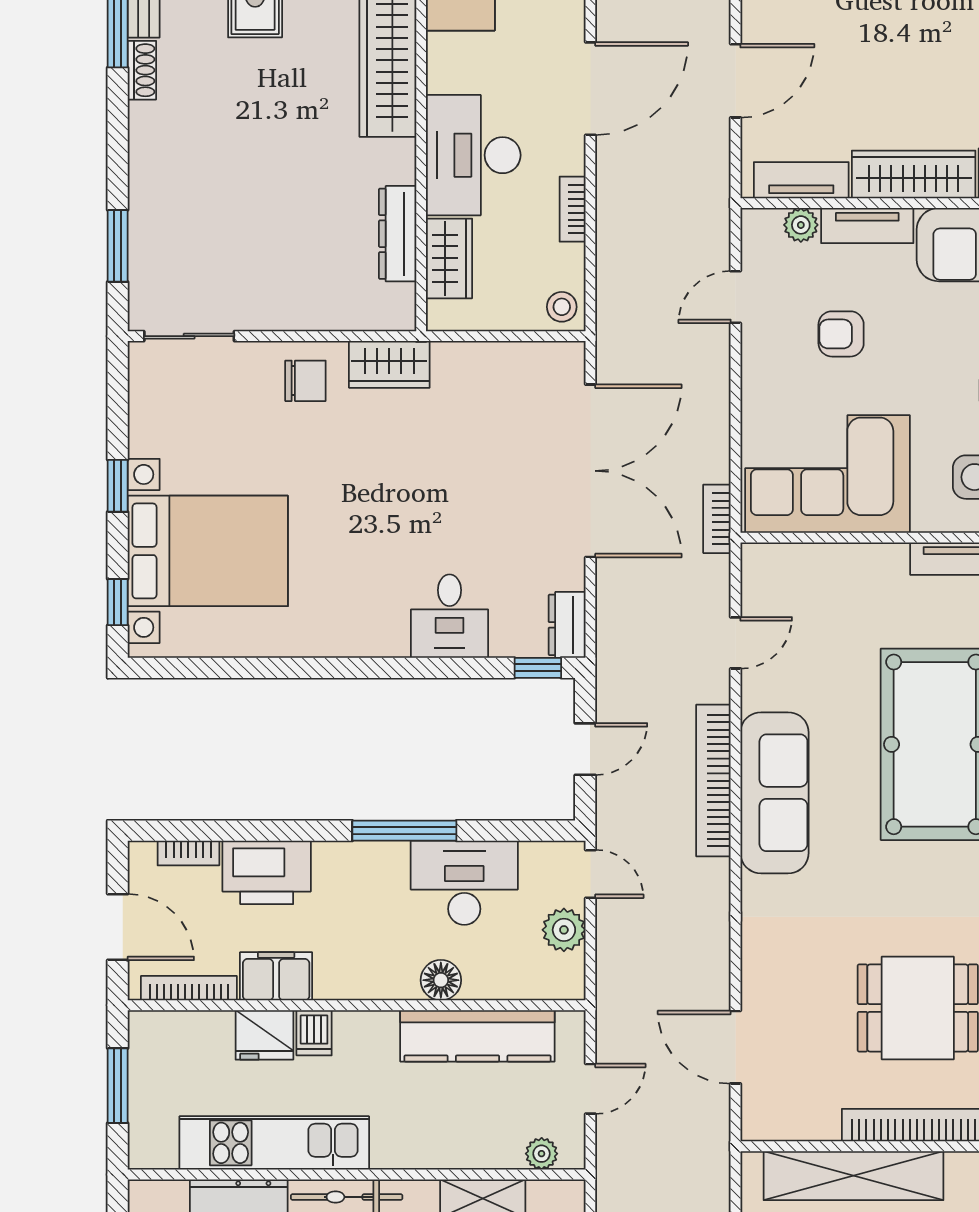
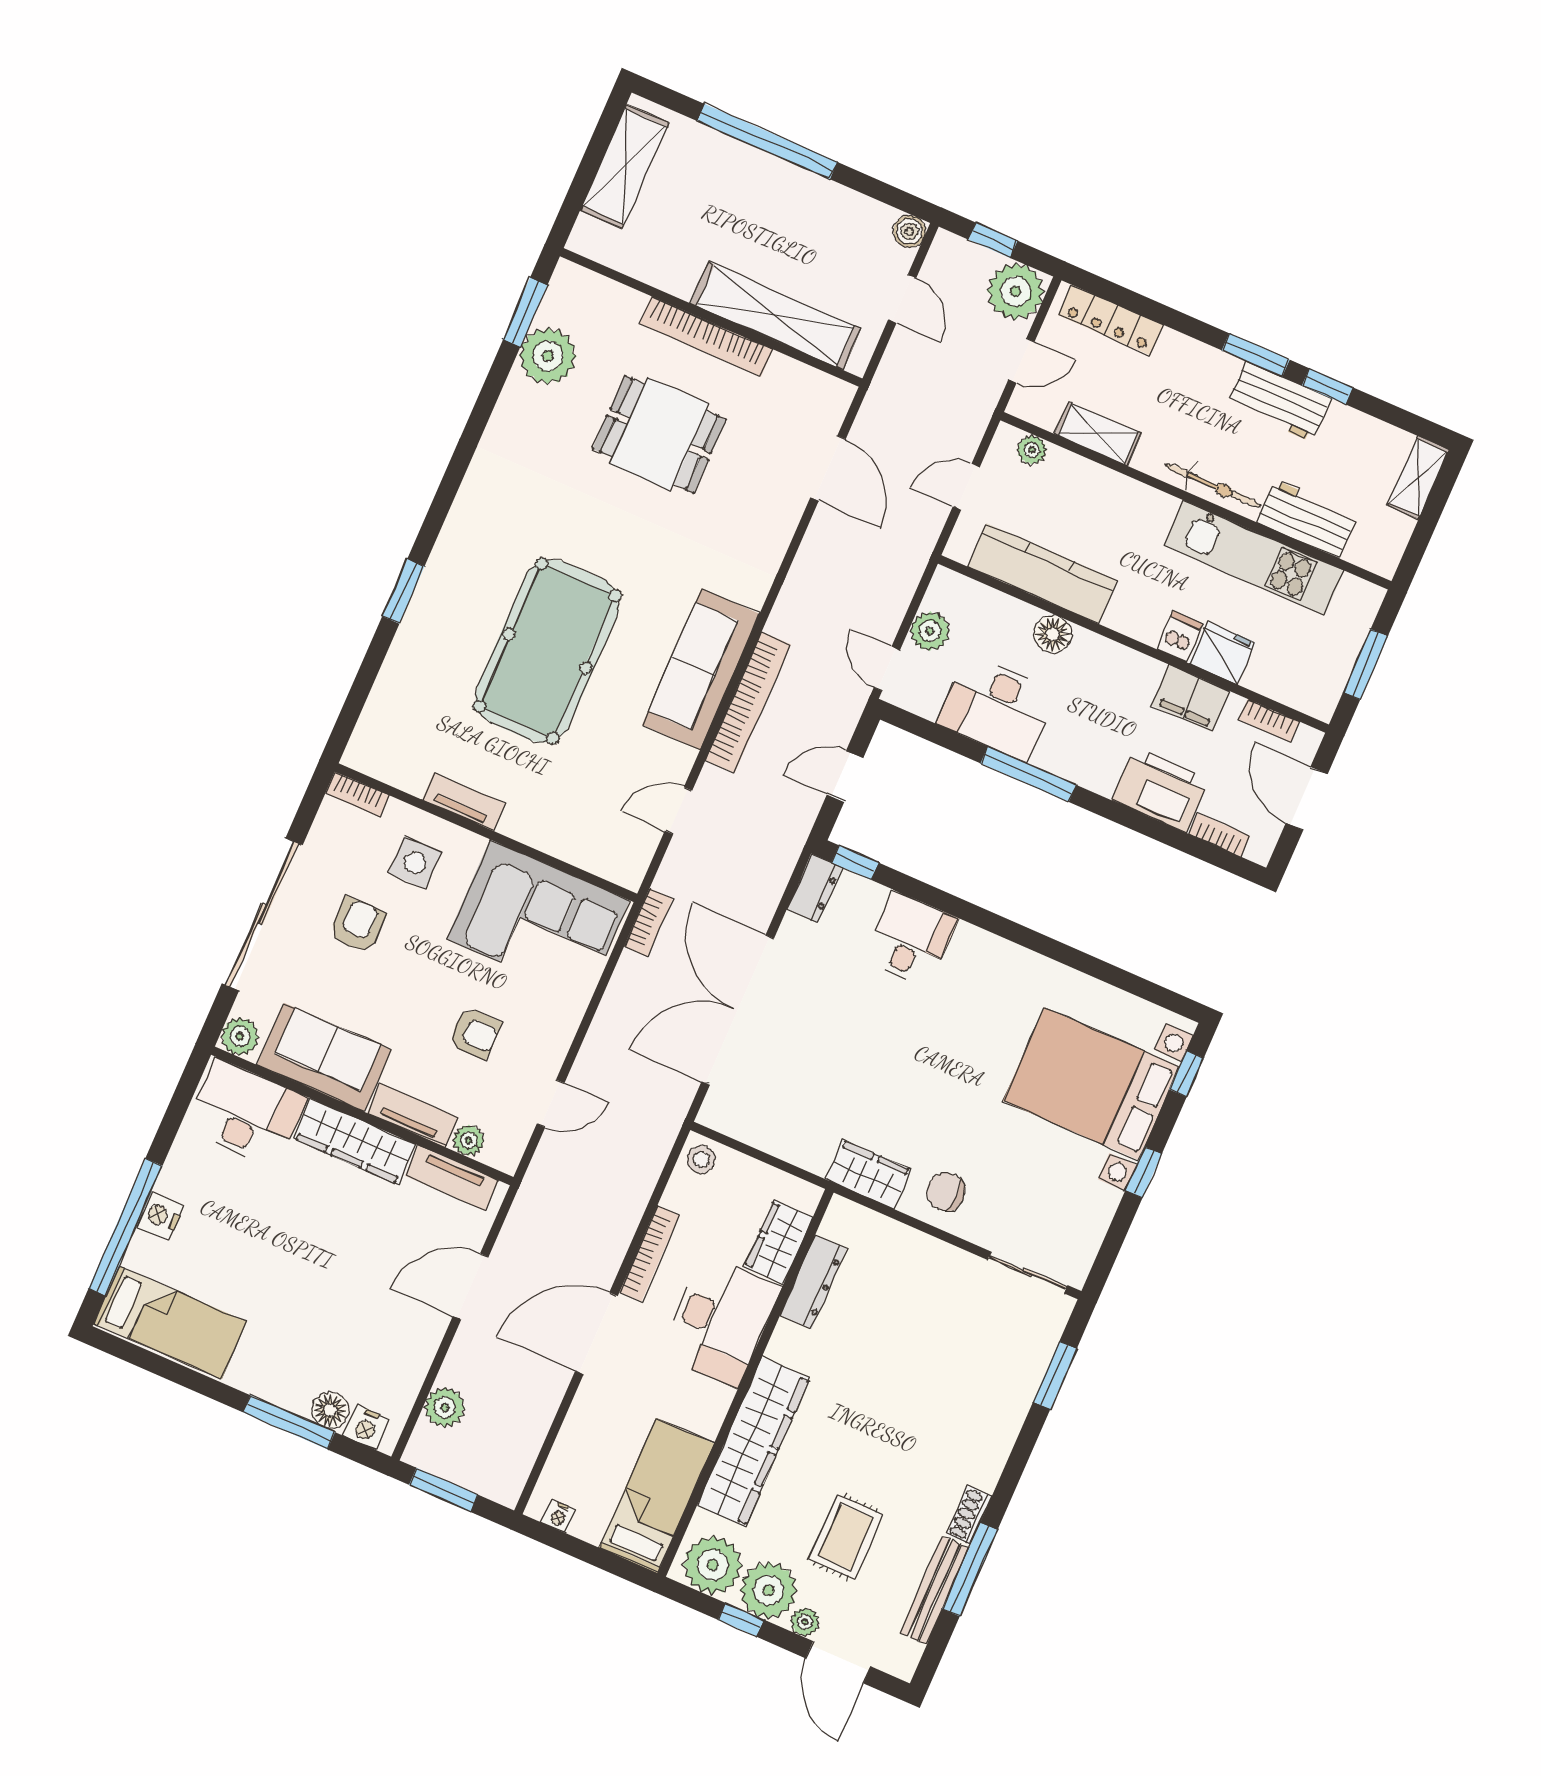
bookcase: (573, 209) -> (649, 1254), width x1.56
bookcase: (189, 988) -> (1269, 721), width x0.64

